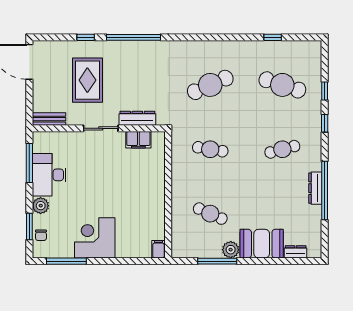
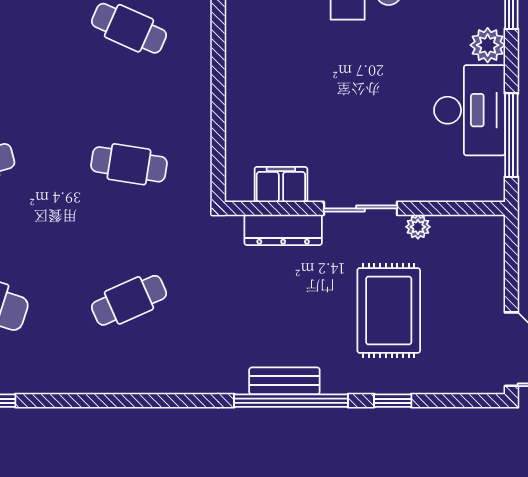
cafe table: (210, 85) -> (129, 300), width x0.73, depth x0.74
bench: (49, 119) -> (284, 381), moved
plant: (74, 120) -> (418, 227), added

